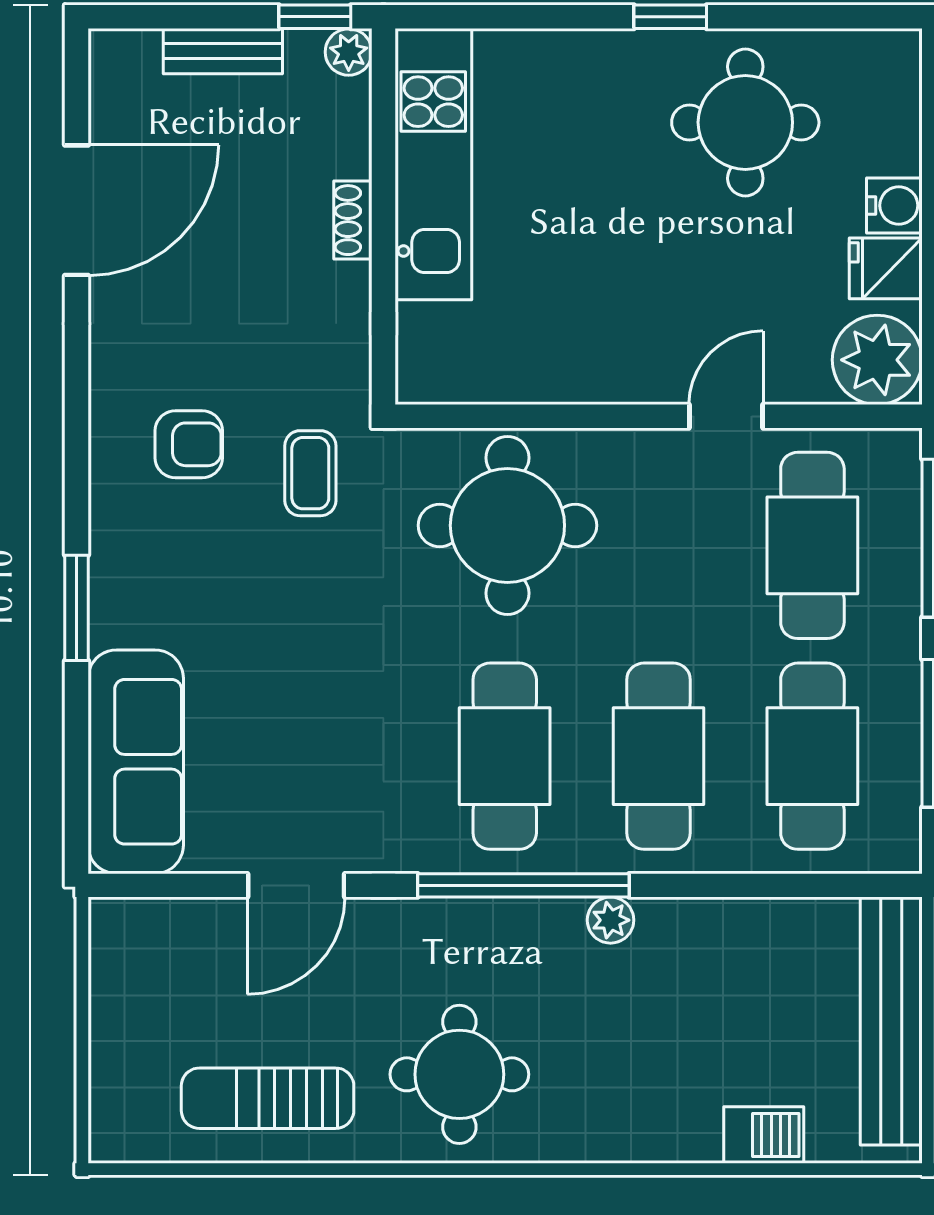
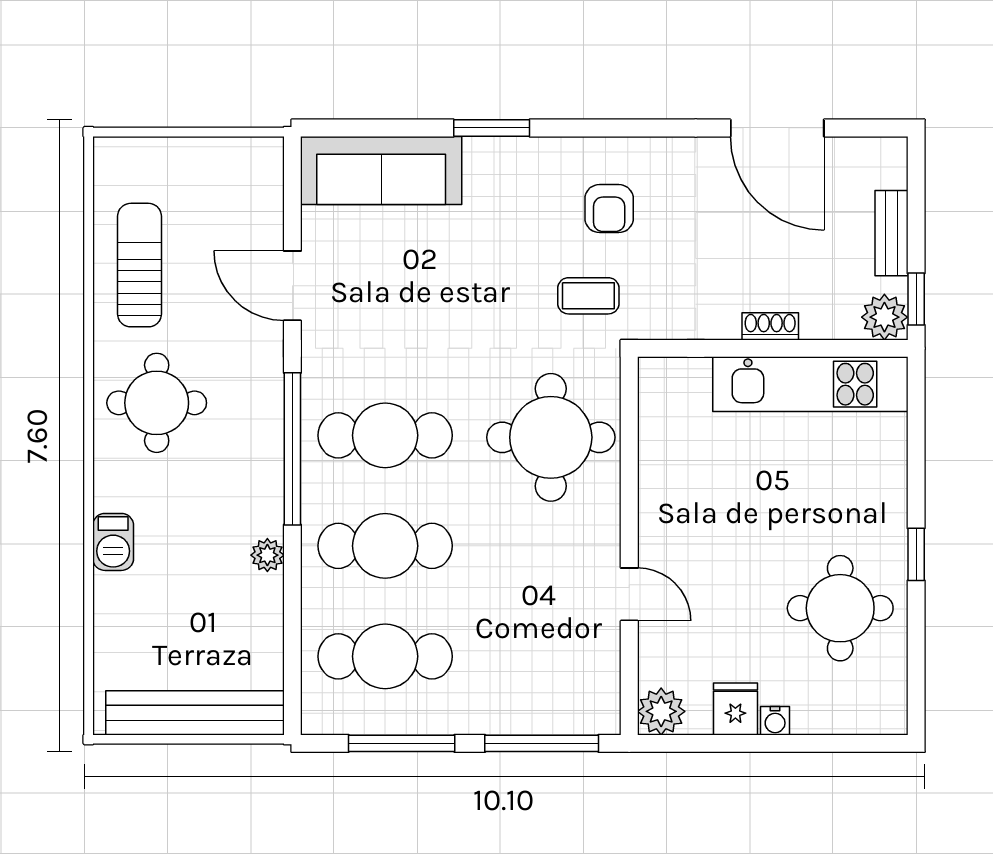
plant: (349, 52) -> (884, 317), width x1.38, depth x1.38
water cooler: (894, 206) -> (775, 721), width x0.72, depth x0.72
plant: (877, 360) -> (661, 711), width x0.73, depth x0.73
cafe table: (812, 545) -> (536, 656), removed
plant: (611, 920) -> (267, 555), moved
barbecue: (764, 1135) -> (113, 542), moved

